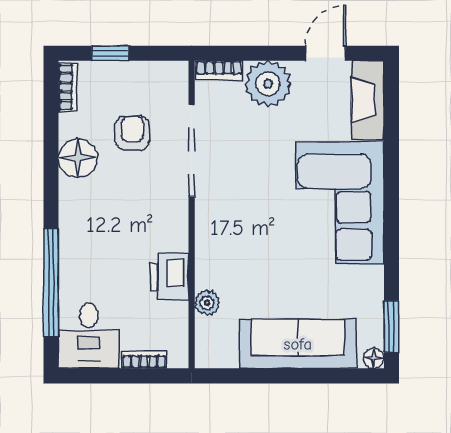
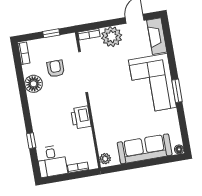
window: (110, 53) -> (51, 33), moved
printer: (169, 277) -> (81, 117), moved
window: (51, 283) -> (31, 141), width x0.32
plant: (207, 303) -> (105, 159), moved
window: (391, 326) -> (177, 91), moved

